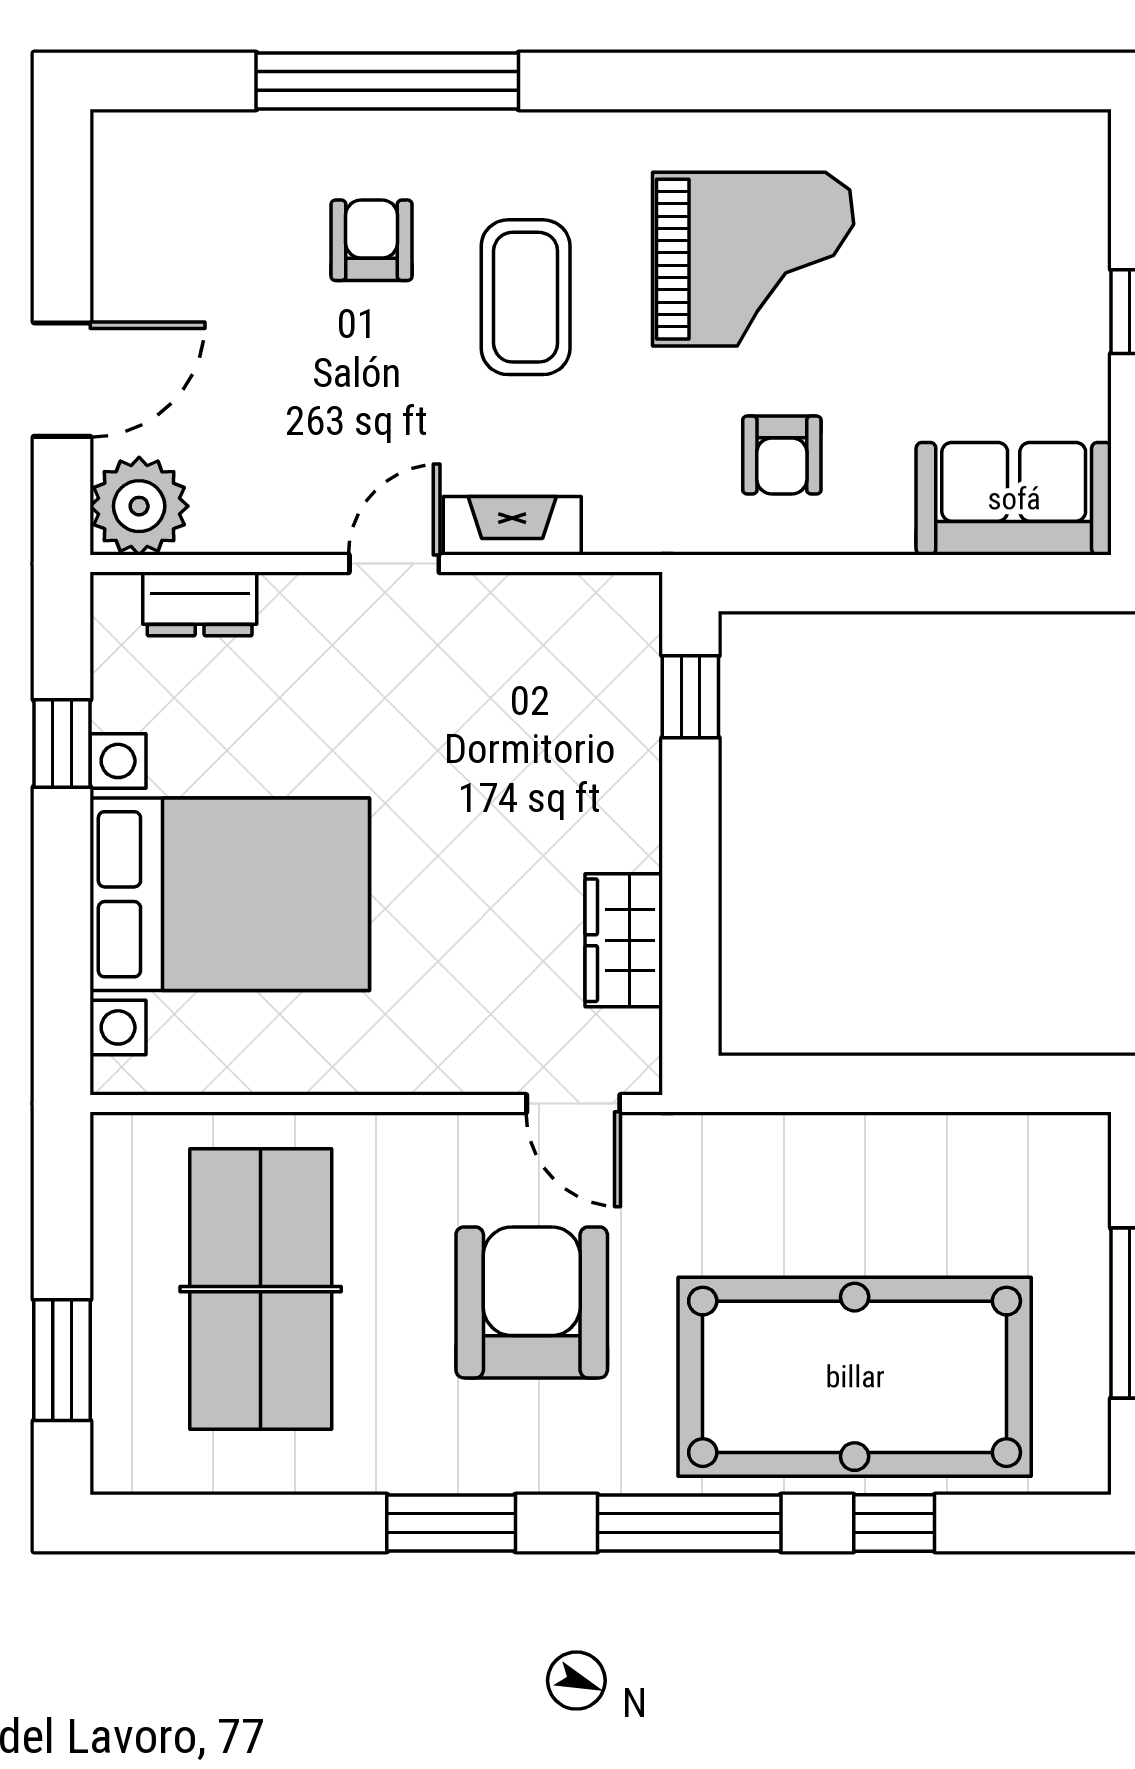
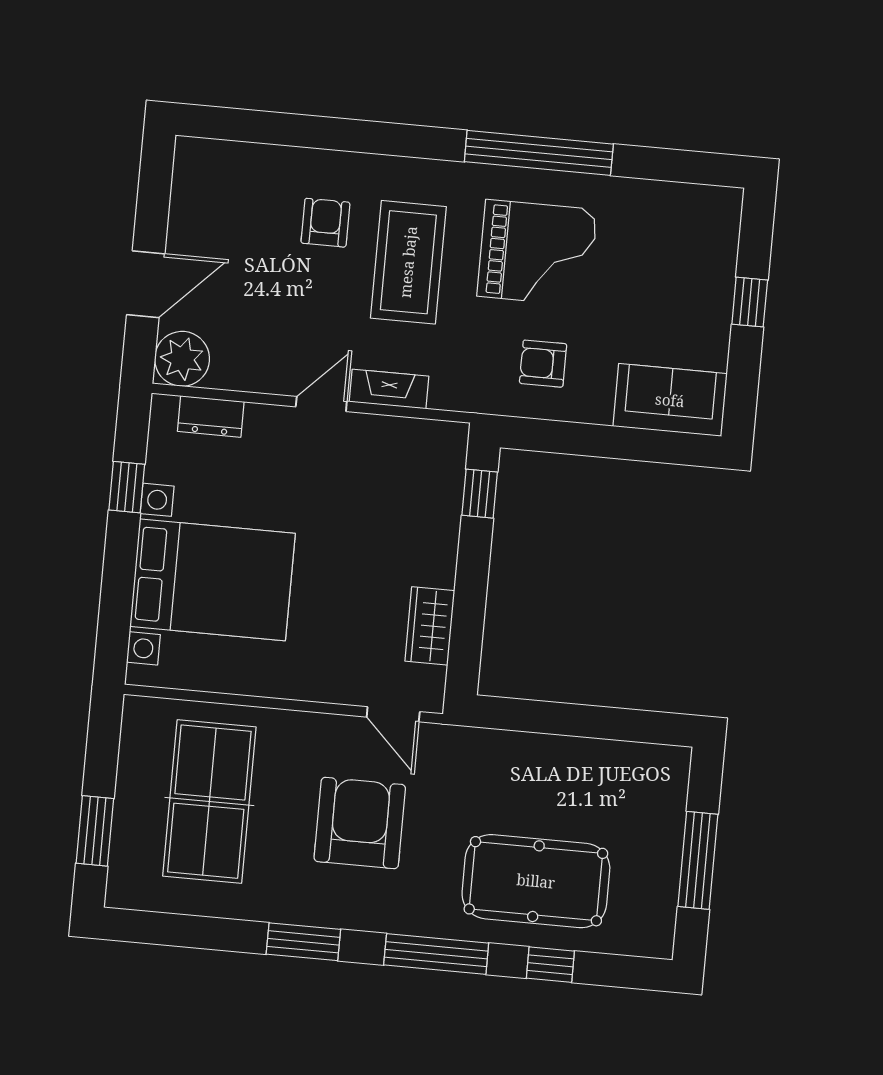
window: (387, 81) -> (539, 153), moved
coffee table: (526, 297) -> (408, 262), width x1.36, depth x1.32
armchair: (782, 455) -> (543, 364), turned 90
pool table: (855, 1377) -> (536, 881), width x0.73, depth x0.76

